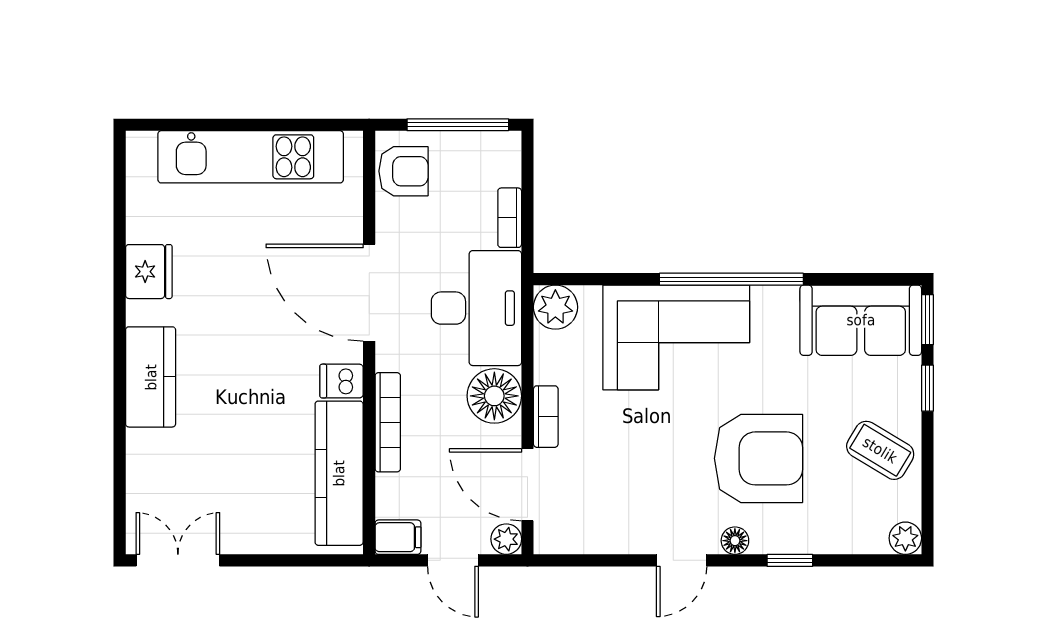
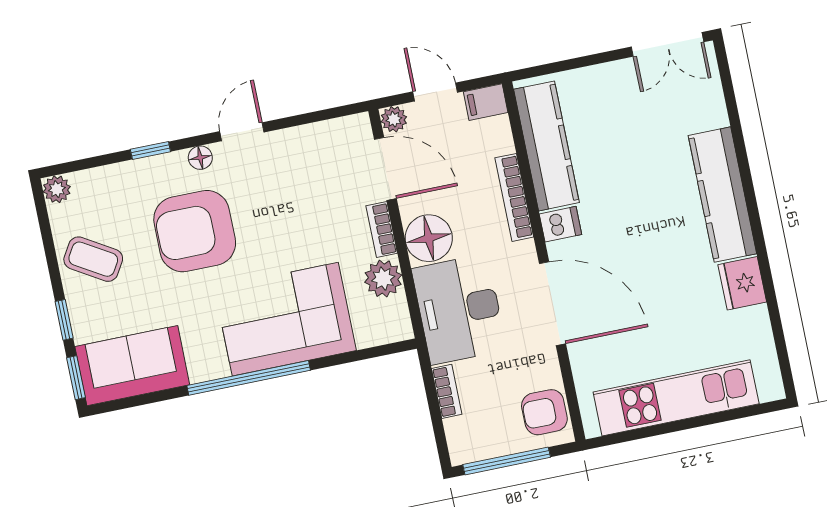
plant: (555, 307) -> (383, 279), moved
kitchen counter: (151, 377) -> (722, 195), width x1.50

